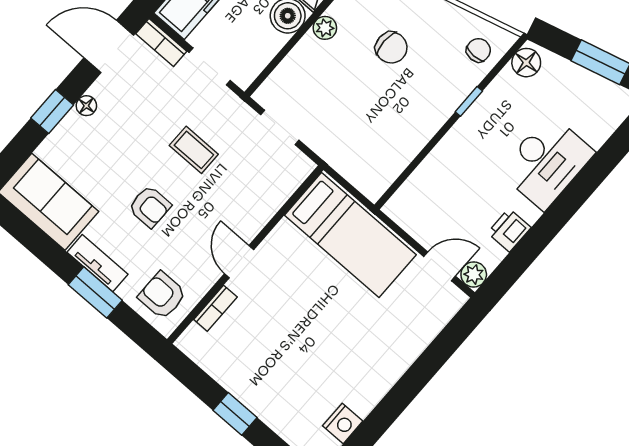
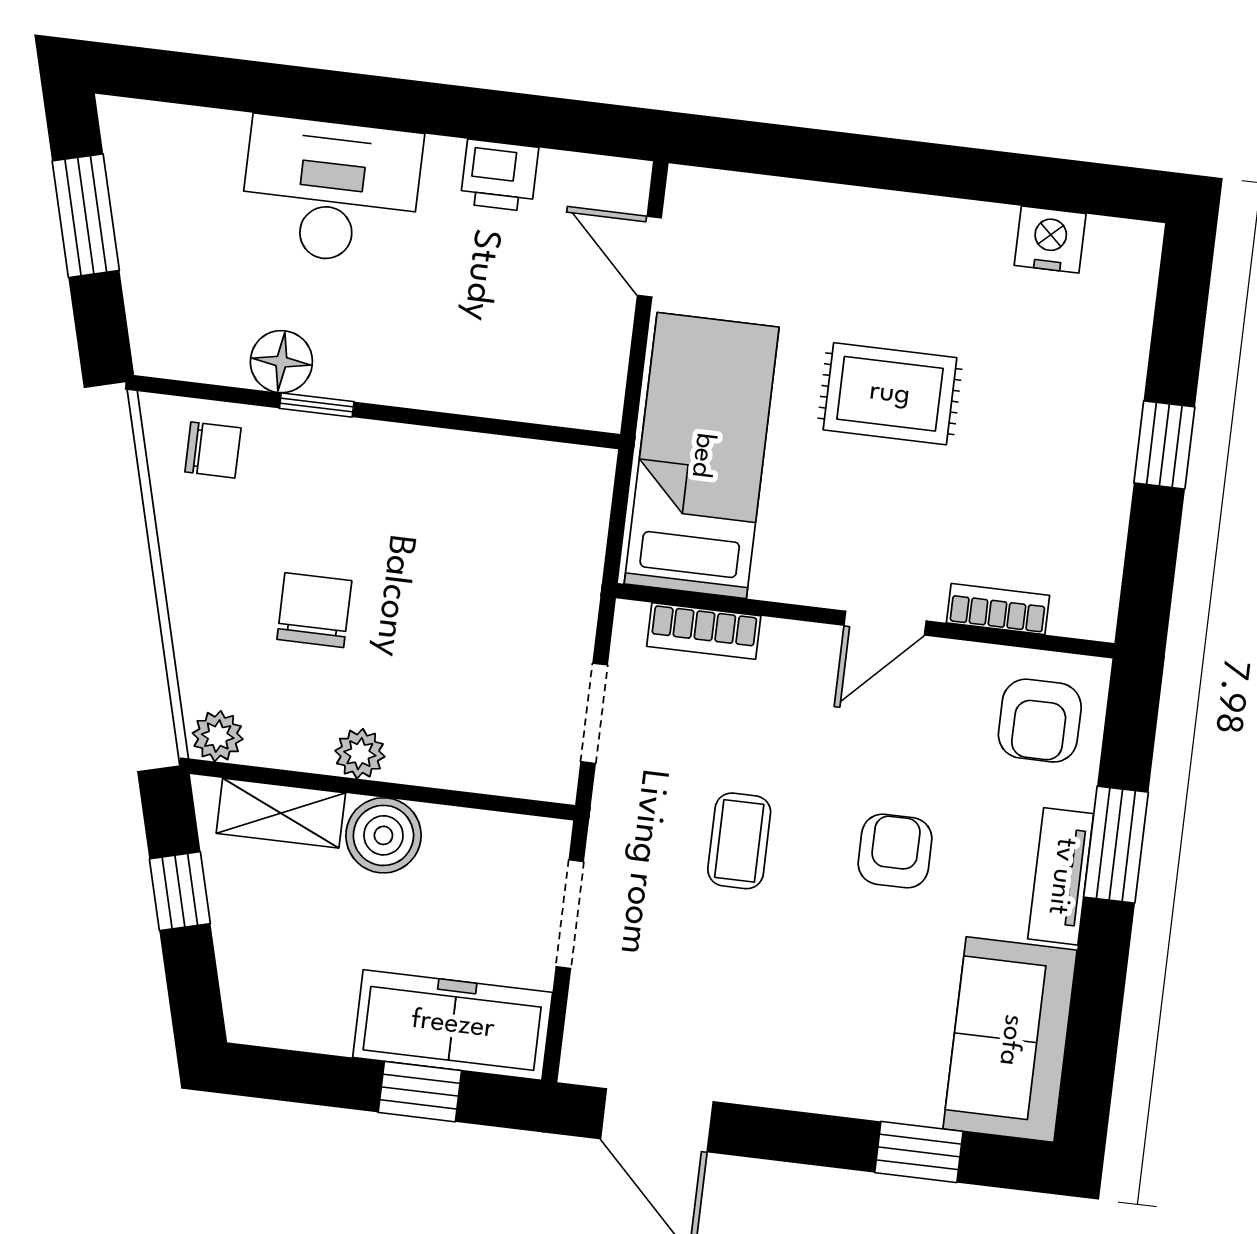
bookcase: (161, 43) -> (704, 631), moved, turned 90
chair: (478, 50) -> (213, 450), turned 180
floor lamp: (526, 63) -> (281, 362), moved
floor lamp: (86, 106) -> (791, 1088), removed
window: (52, 112) -> (919, 1152), moved
plant: (474, 274) -> (622, 185), removed
rug: (325, 323) -> (890, 394), added

